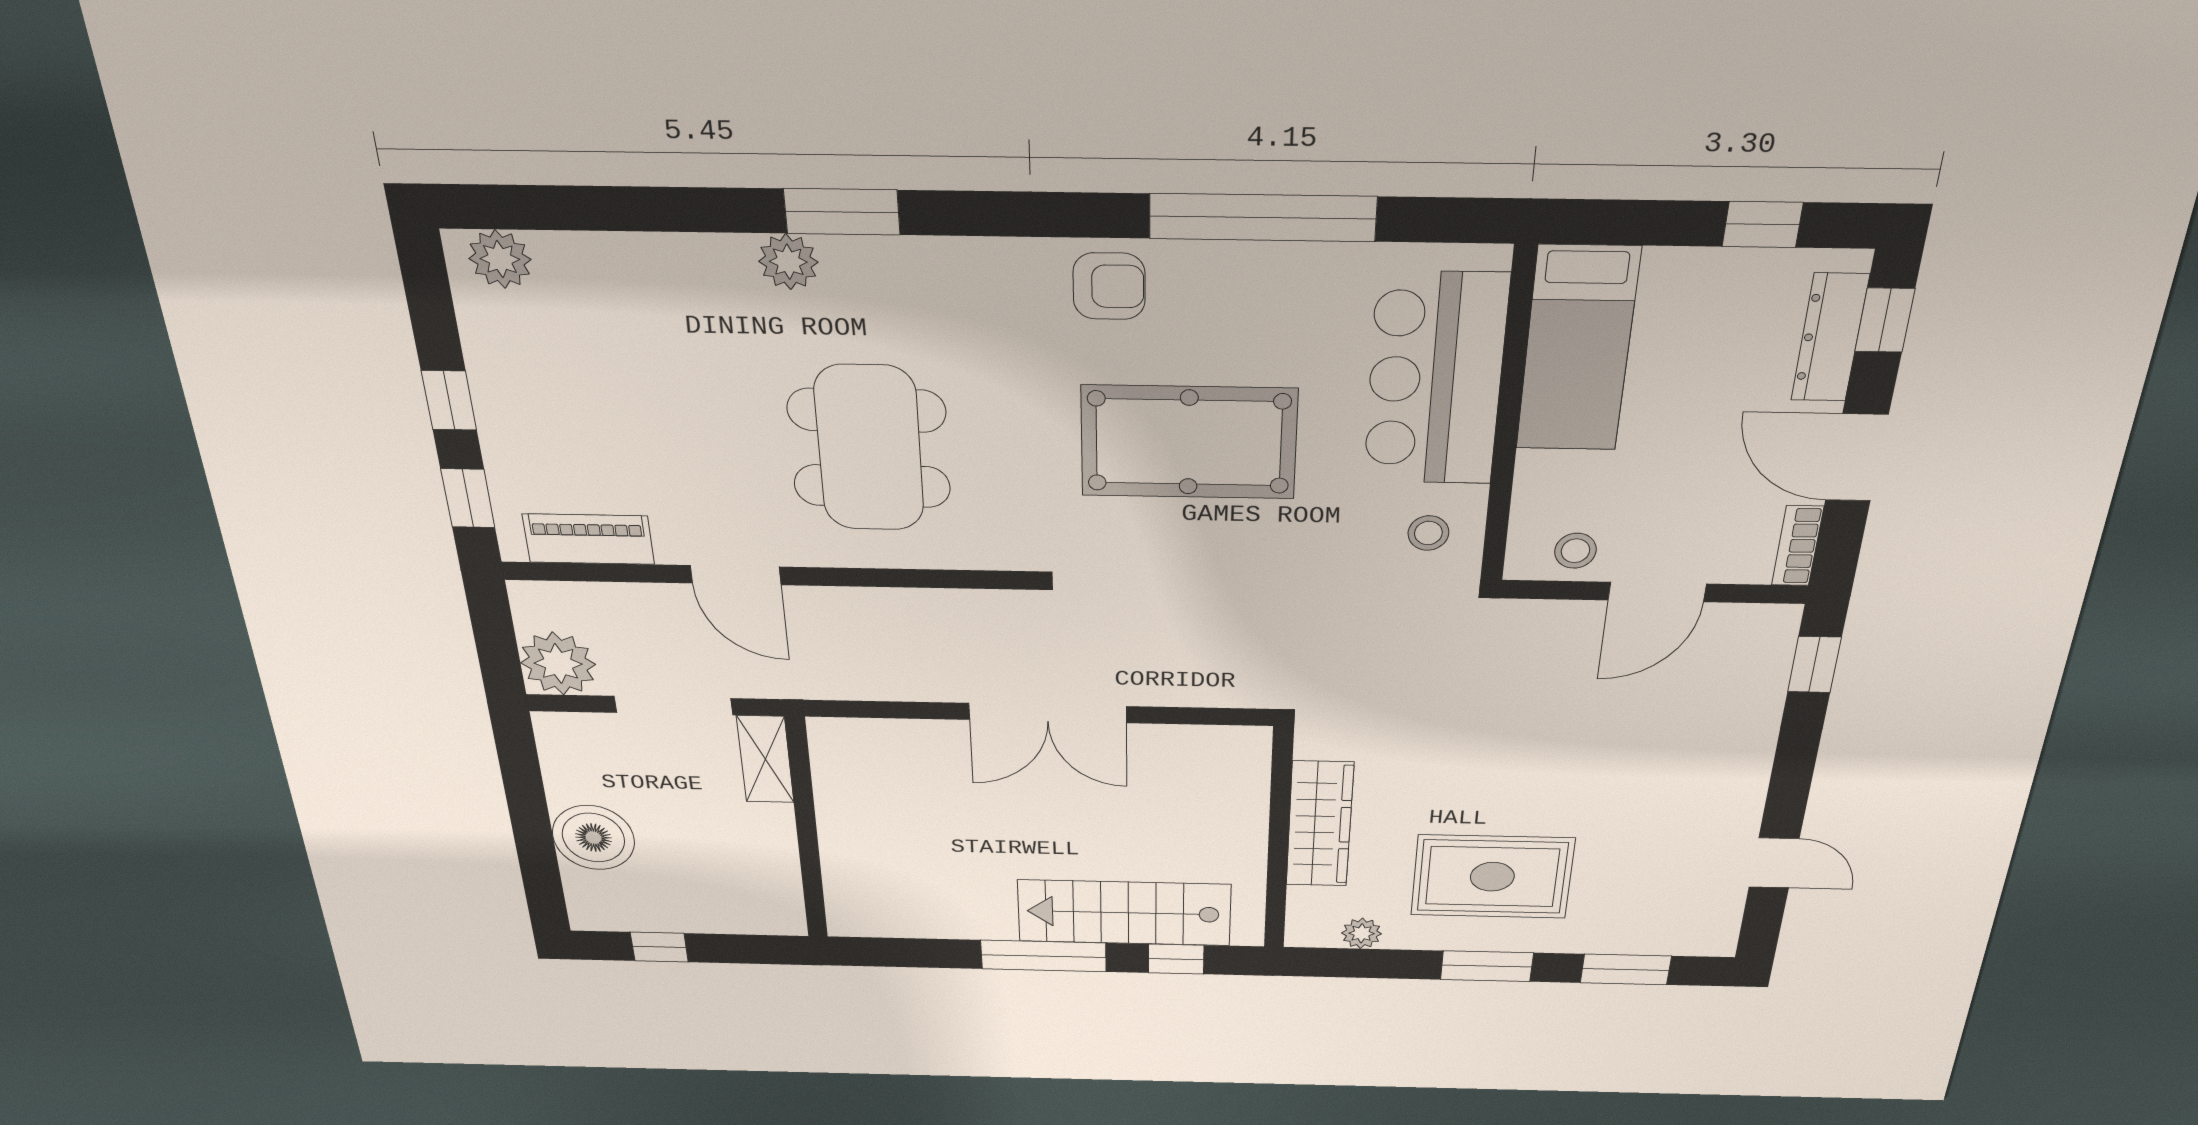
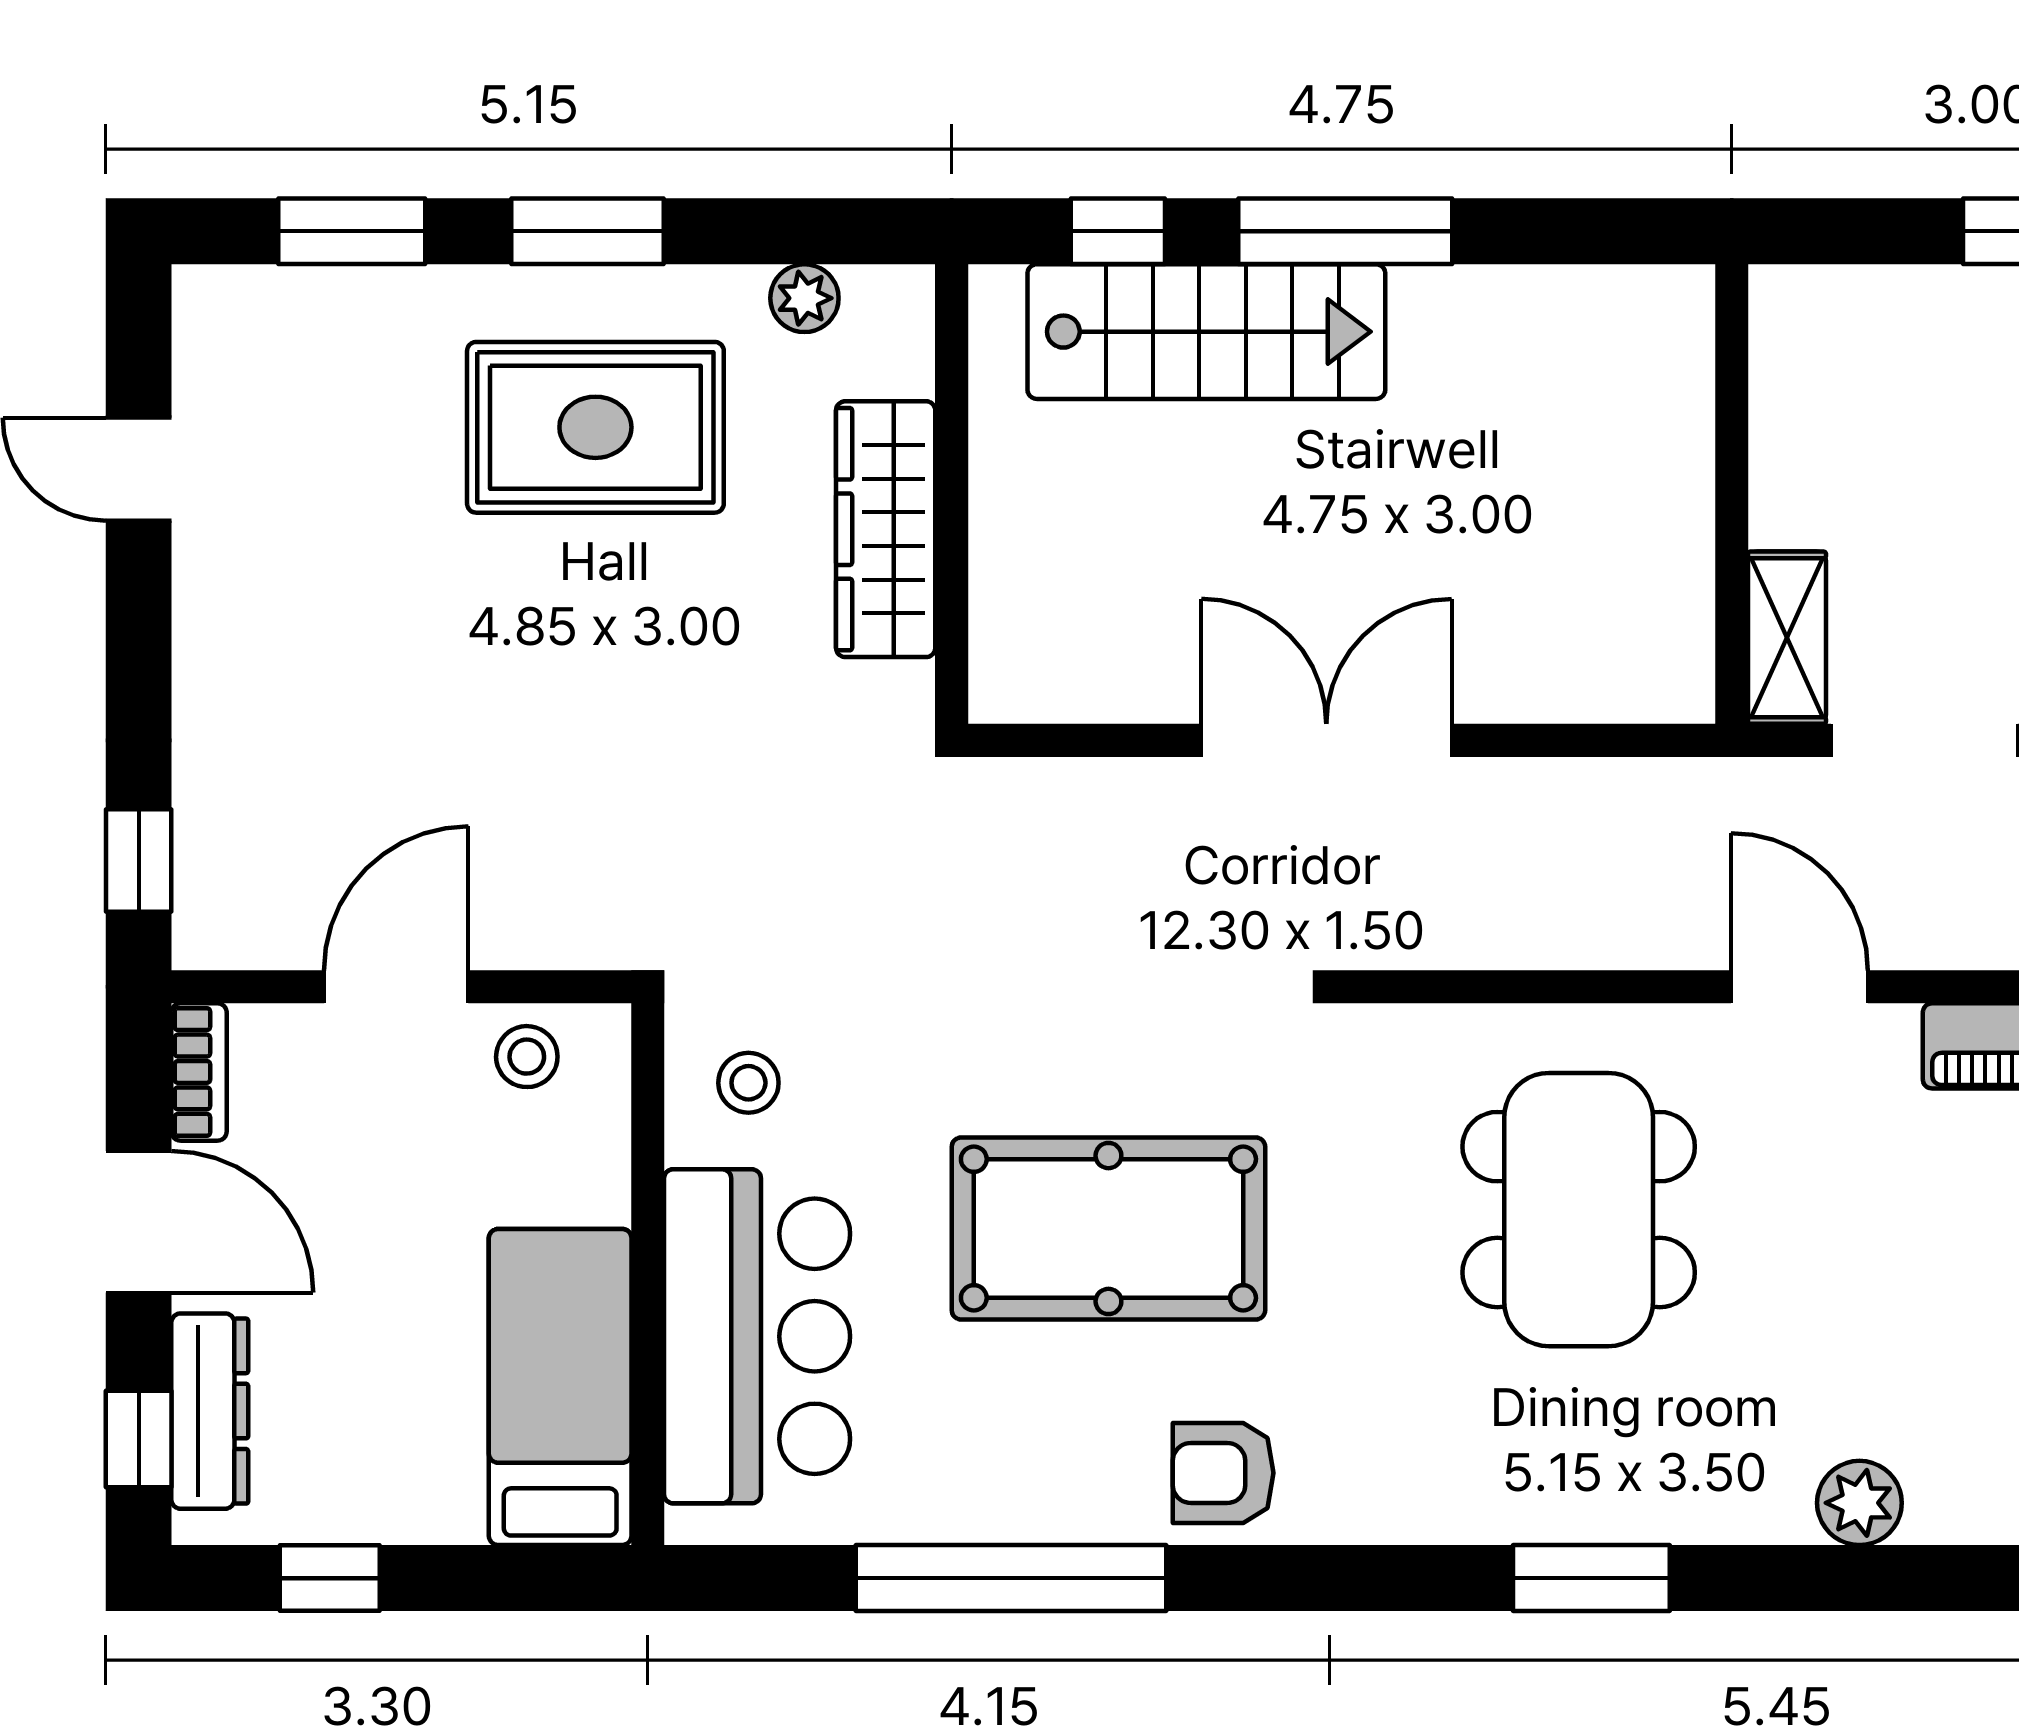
plant: (788, 262) -> (1859, 1503), moved

